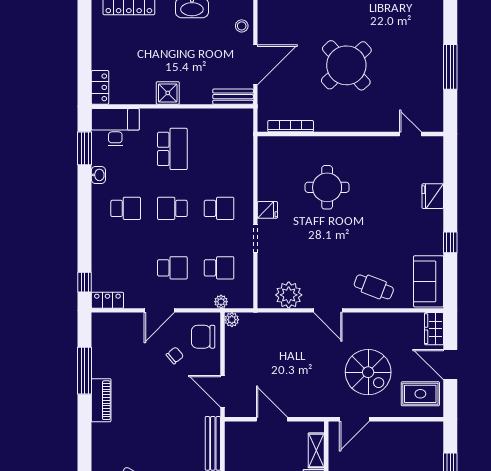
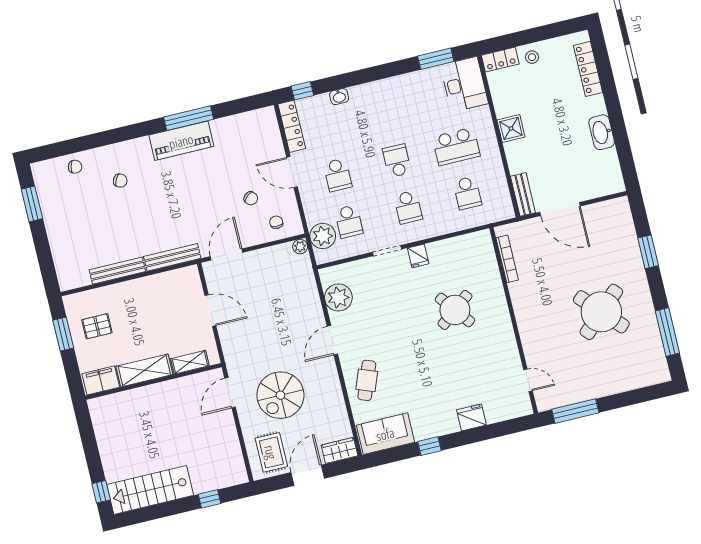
stool: (242, 26) -> (532, 57), moved
round table: (346, 65) -> (601, 312), moved
window: (450, 67) -> (575, 411), moved
door: (410, 134) -> (528, 380), hinge flipped
washbasin: (98, 175) -> (339, 97), moved
round table: (327, 187) -> (455, 310), turned -38
school desk: (126, 208) -> (467, 193), moved
locker: (107, 300) -> (292, 126), width x1.53
plant: (221, 302) -> (323, 236), width x1.87, depth x1.87
chair: (203, 337) -> (276, 222), width x0.54, depth x0.54
window: (85, 371) -> (189, 118), moved
piano: (101, 400) -> (181, 141), width x1.37, depth x1.33
door: (272, 419) -> (210, 310), hinge flipped
door: (354, 419) -> (230, 393), hinge flipped

